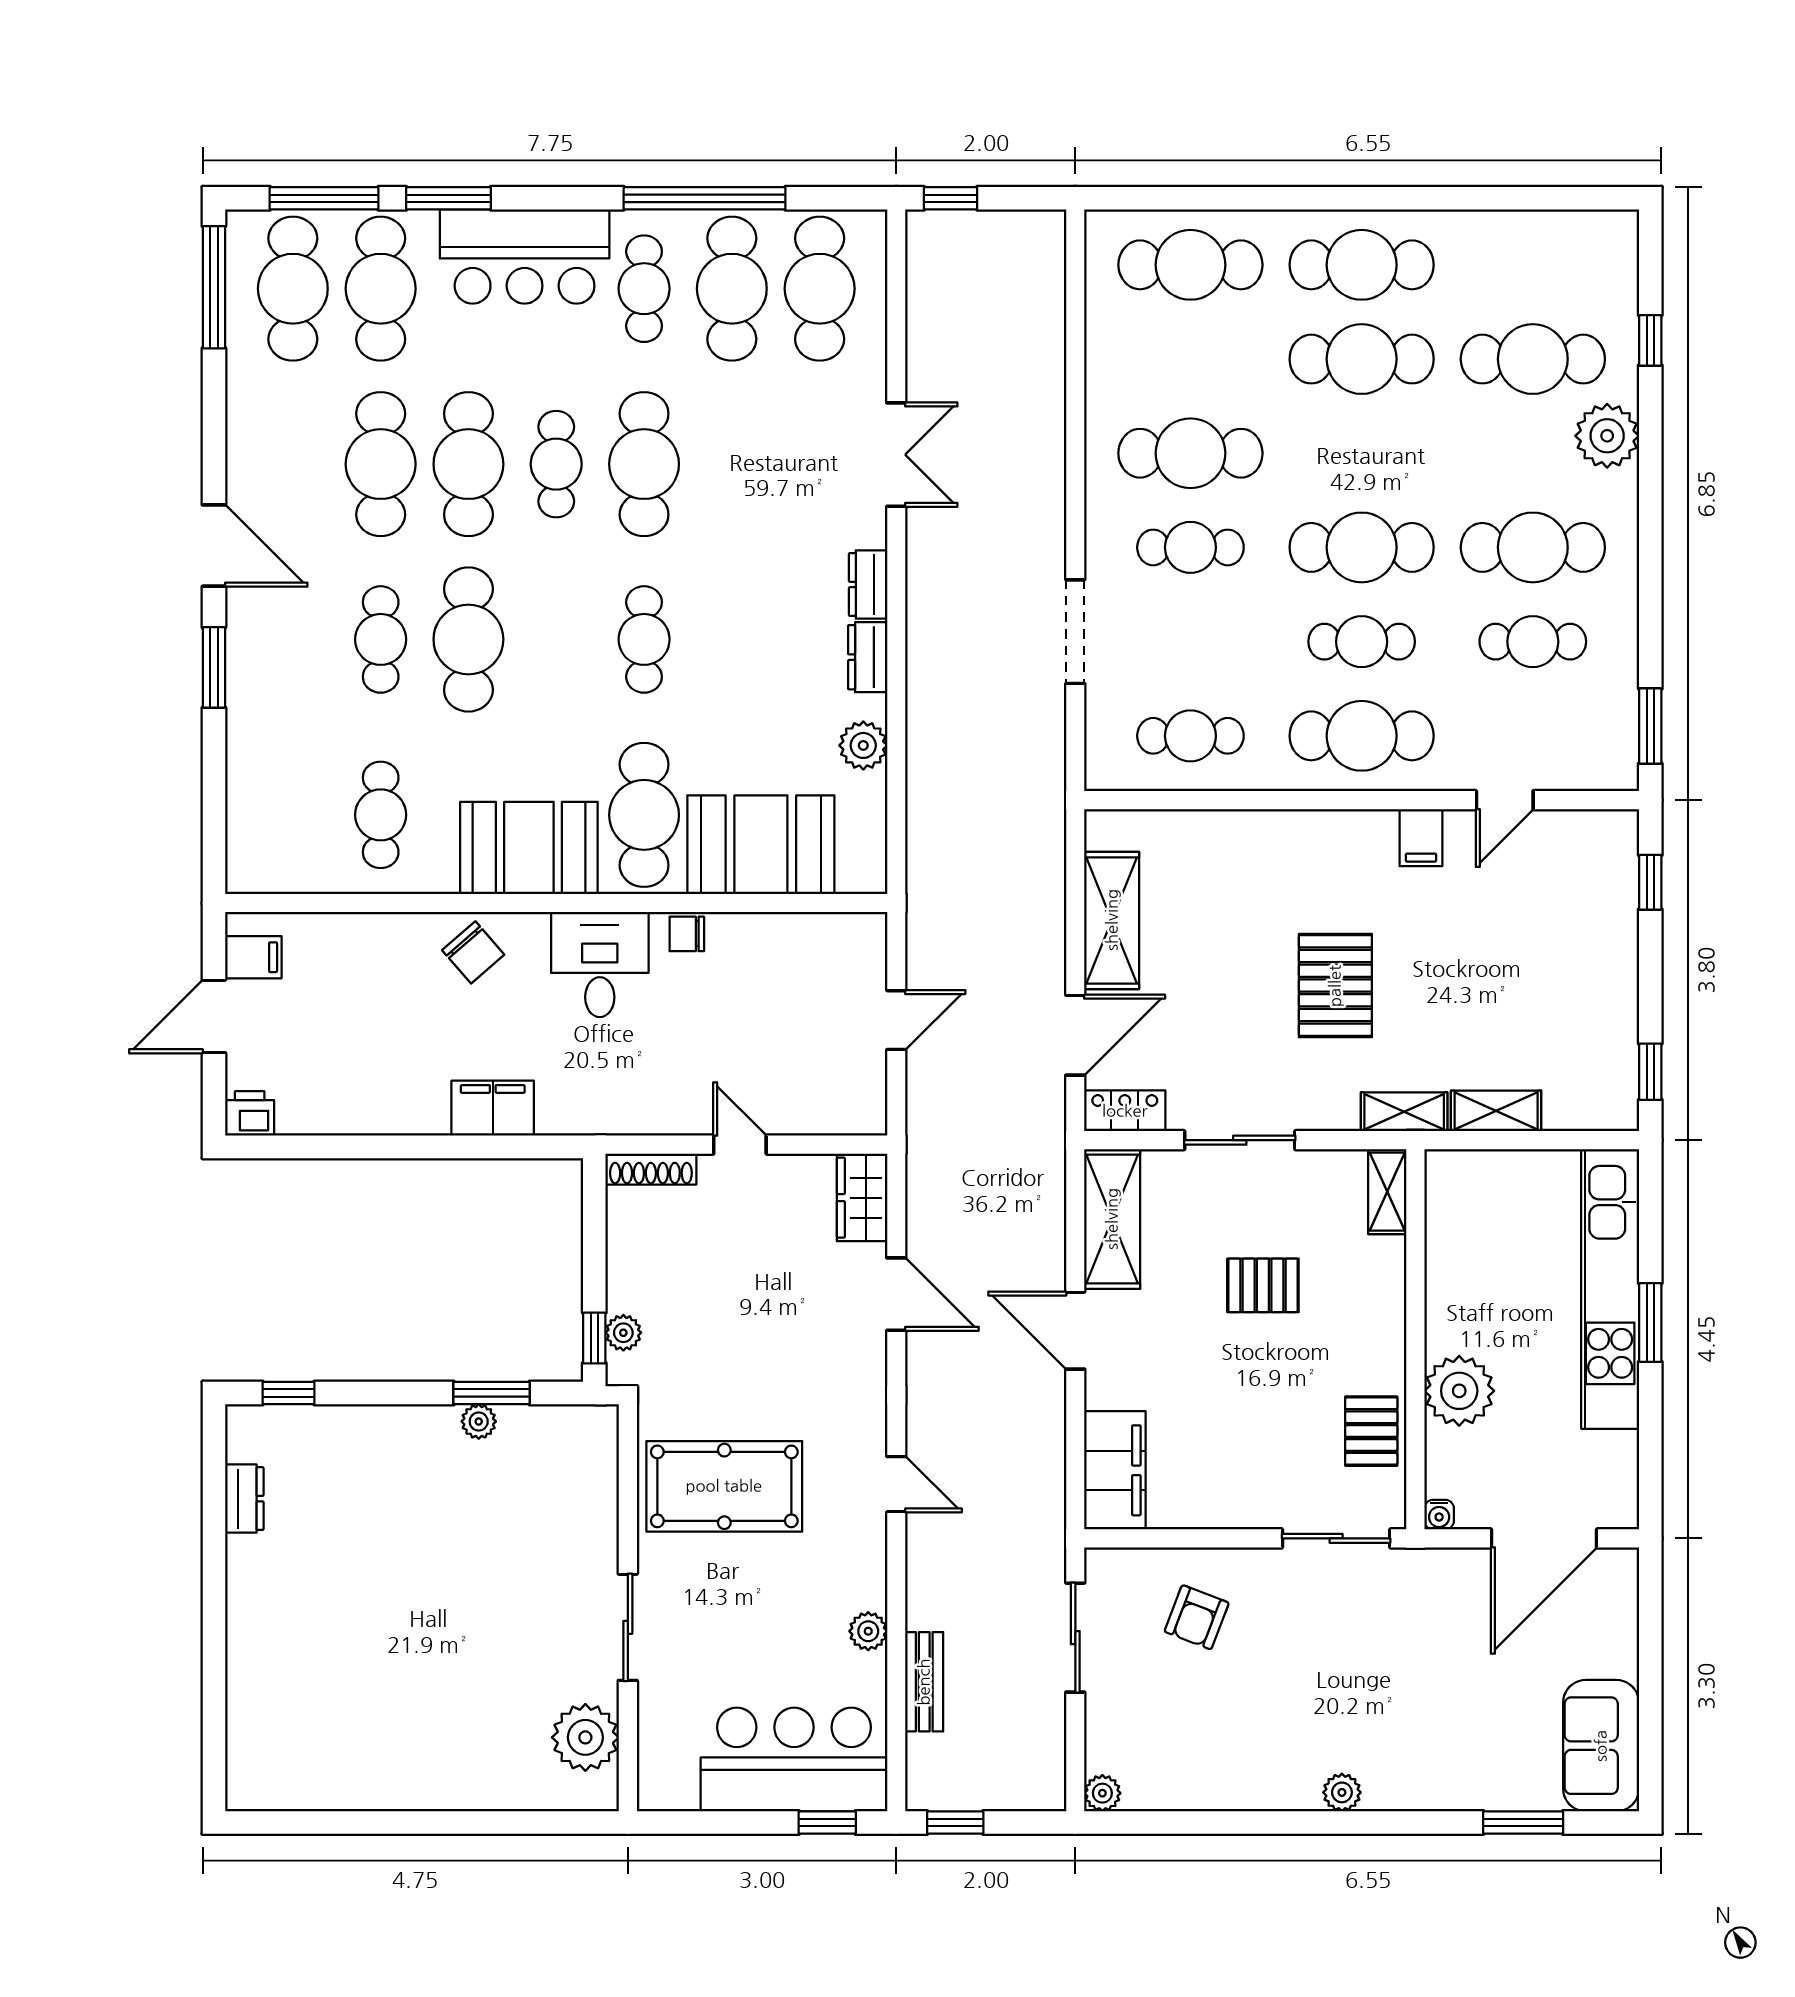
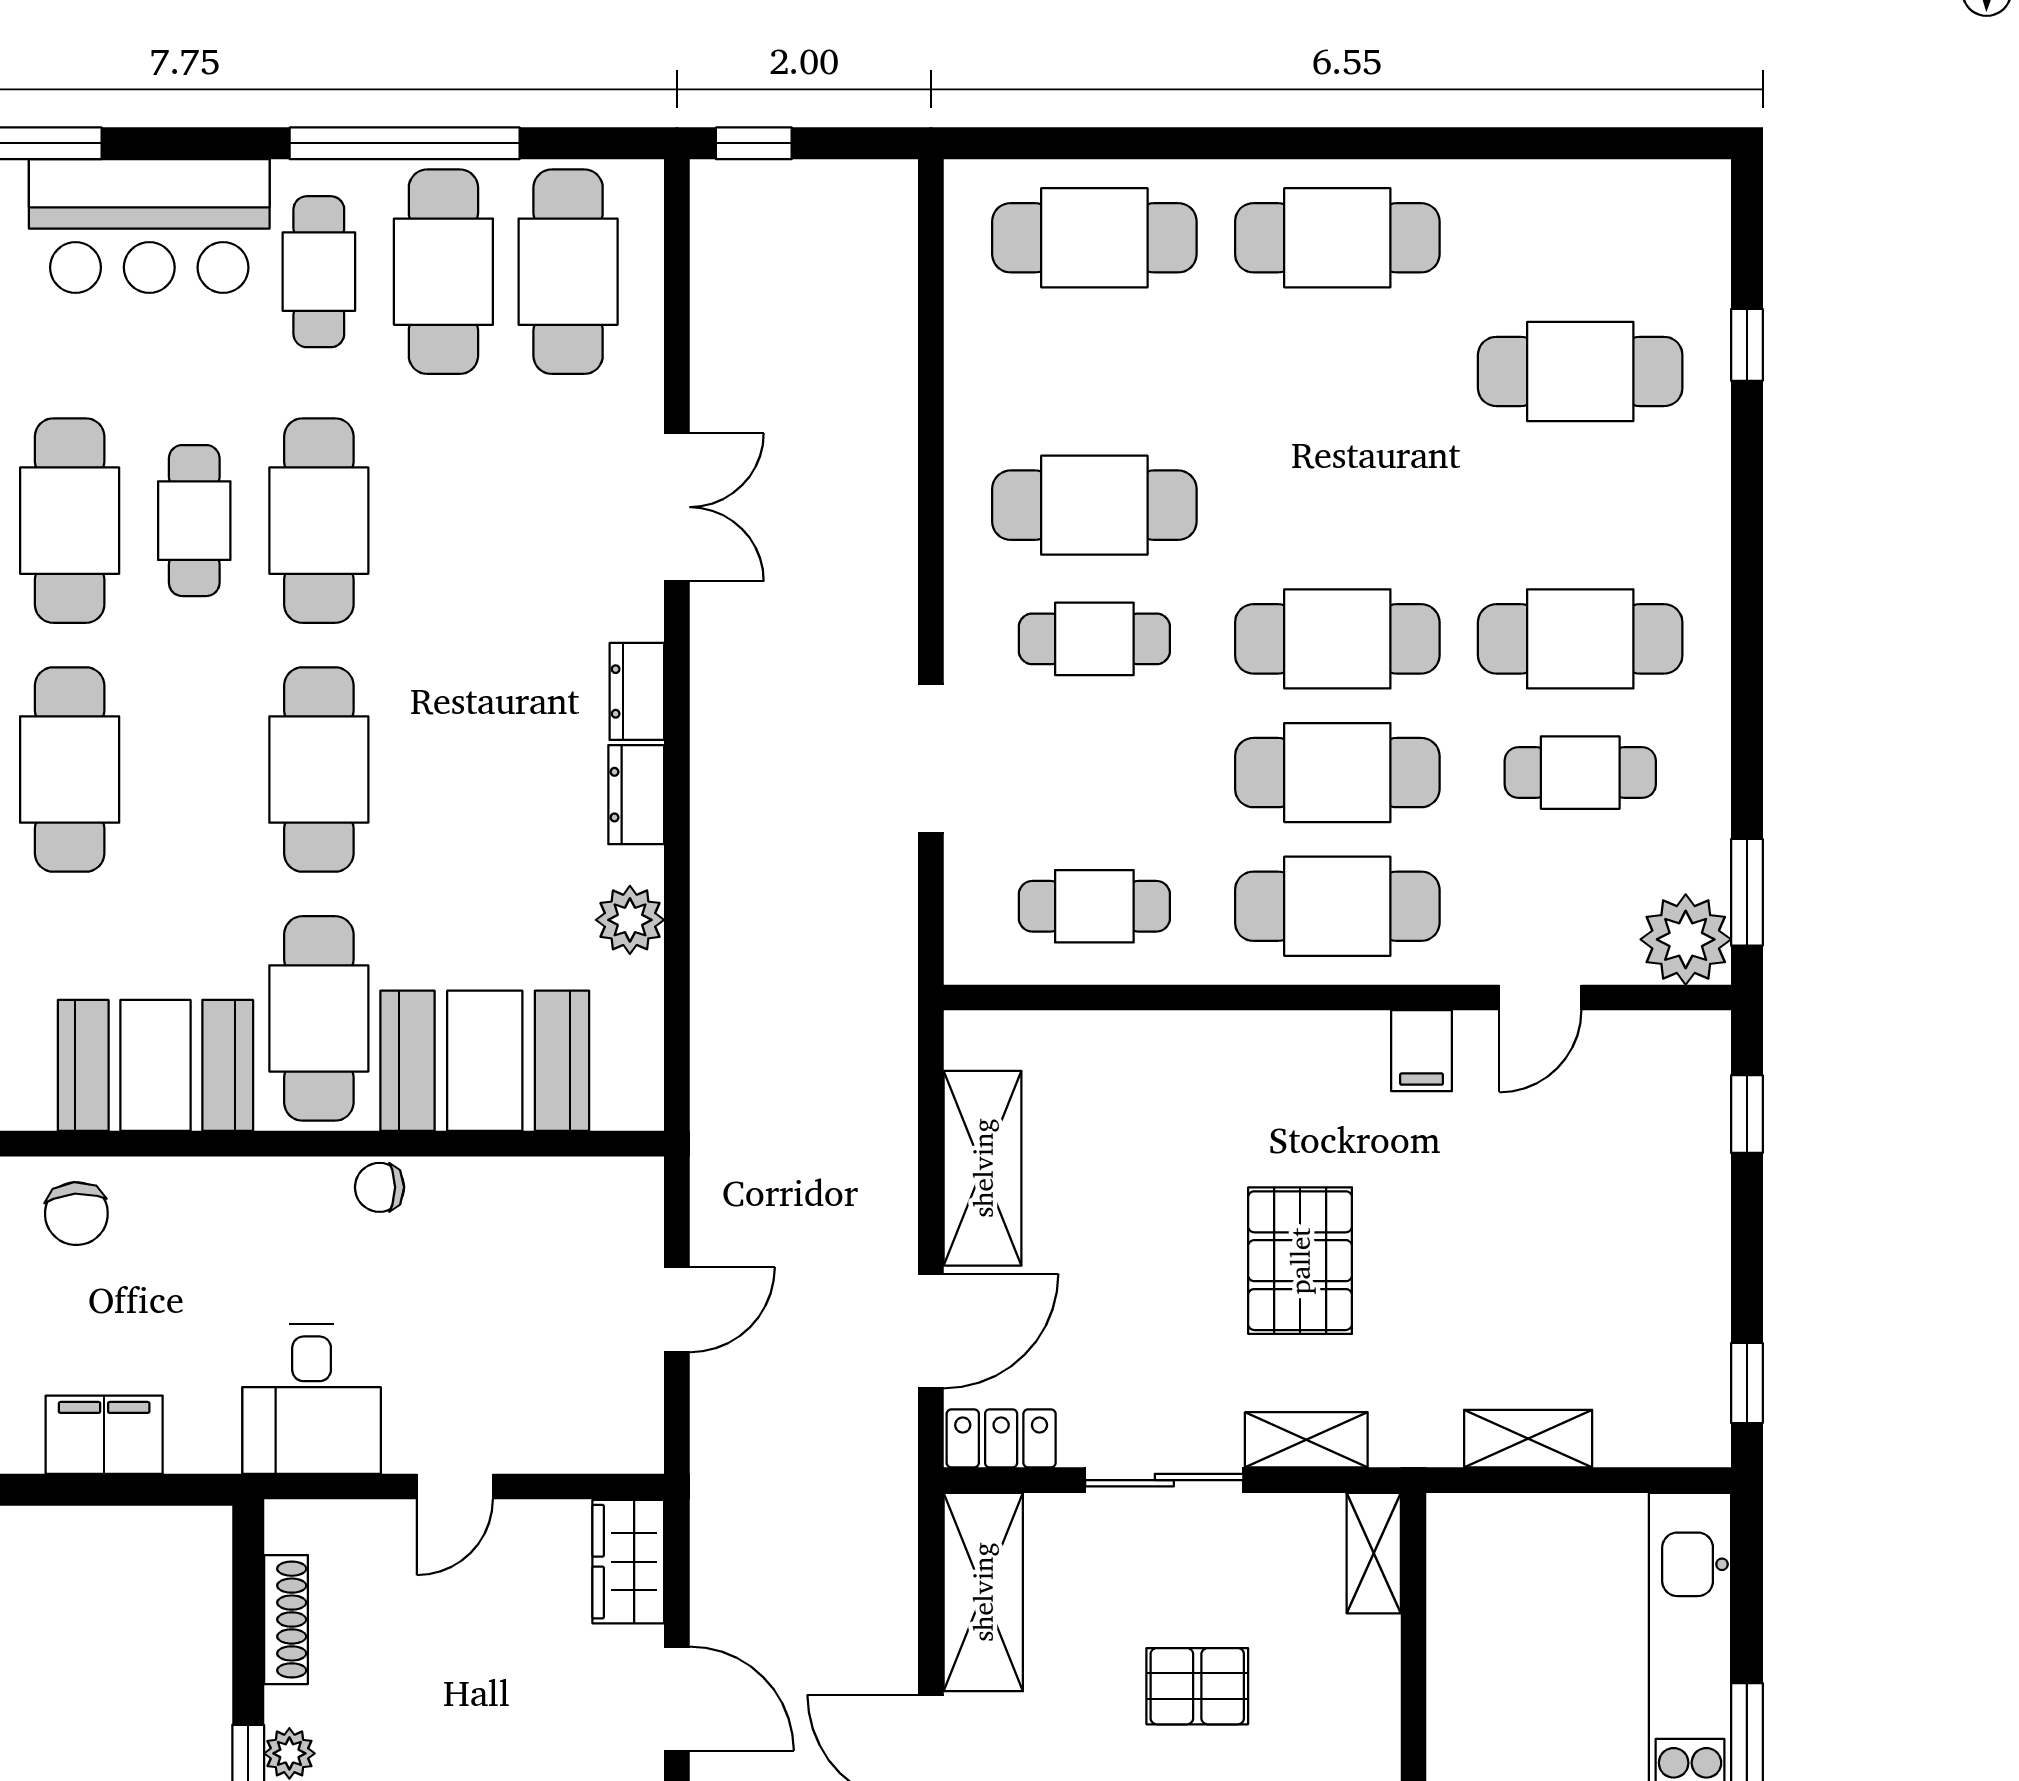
cafe table: (1362, 359) -> (1337, 371), removed
plant: (1607, 436) -> (1686, 939), moved
cafe table: (644, 639) -> (319, 770), width x1.37, depth x1.35
cafe table: (1362, 642) -> (1337, 773), width x1.37, depth x1.35
chair: (473, 952) -> (76, 1214), turned 37
desk: (600, 965) -> (312, 1399), moved, turned 180
shelving: (1404, 1112) -> (1306, 1440), moved
door: (740, 1145) -> (455, 1486), swing flipped
shoe rack: (651, 1169) -> (286, 1620), moved, turned -90

